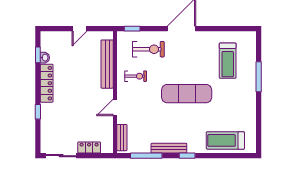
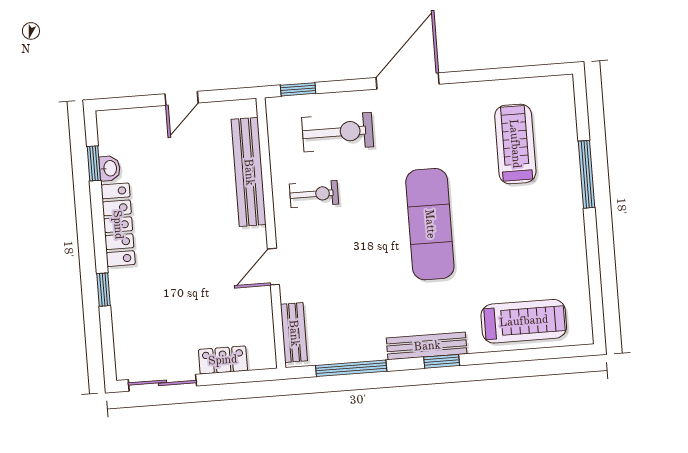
treadmill: (228, 61) -> (515, 144), turned 180
exercise mat: (187, 94) -> (430, 224), turned 90
treadmill: (225, 140) -> (524, 321), turned 180
bench: (169, 148) -> (427, 346), moved

